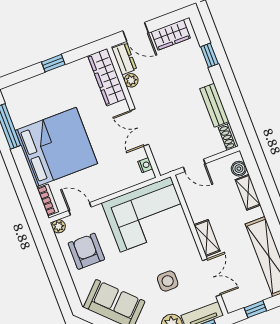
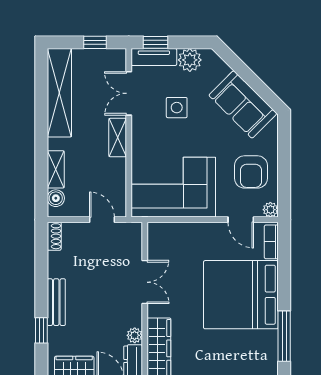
bench: (214, 105) -> (56, 302), moved
nightstand: (145, 165) -> (154, 240), removed

